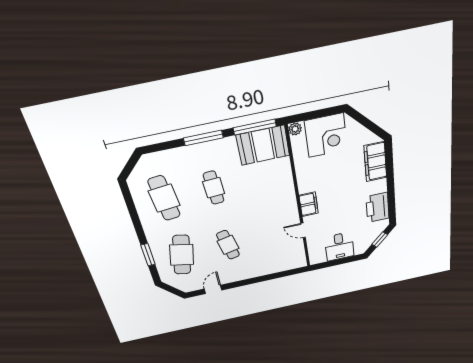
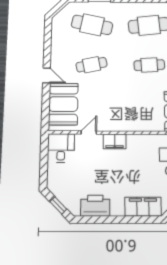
desk: (339, 246) -> (61, 148), moved, turned 90
booth: (277, 260) -> (63, 104), added
door: (213, 289) -> (47, 75), moved

